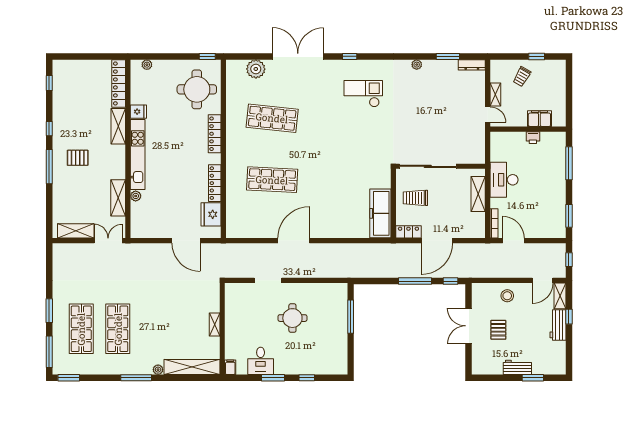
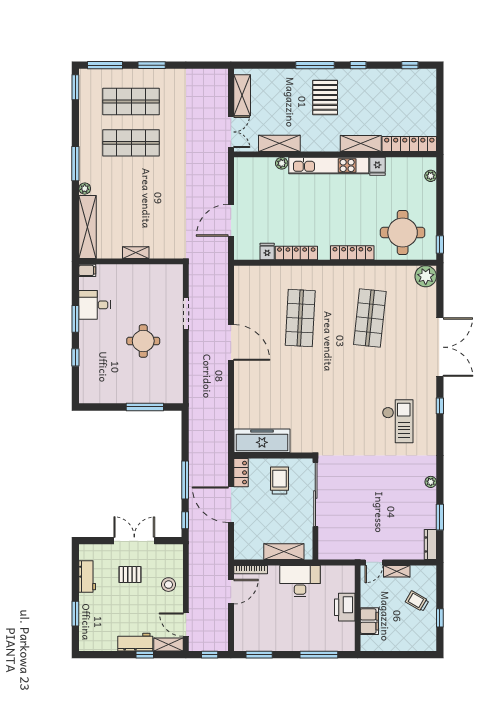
plant: (256, 69) -> (426, 276), moved
printer: (533, 138) -> (345, 607), width x1.87, depth x1.48
pallet: (78, 158) -> (325, 97), width x1.50, depth x1.42
fridge: (211, 214) -> (267, 252), width x0.53, depth x0.75
workbench: (517, 367) -> (87, 576), moved

